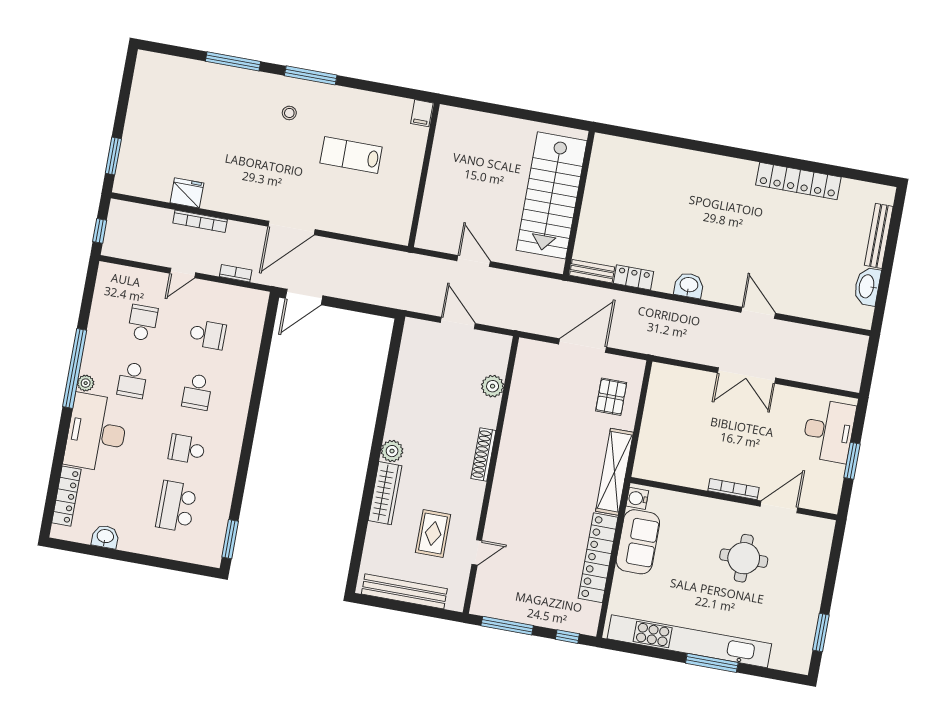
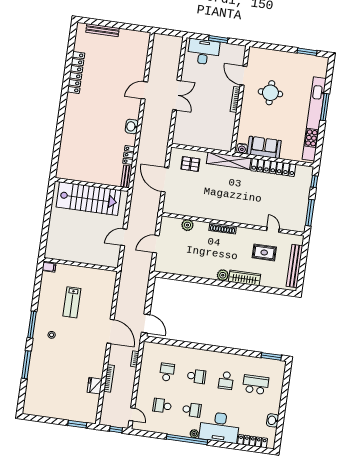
door: (183, 273) -> (132, 414), moved
washbasin: (867, 286) -> (129, 35), removed
school desk: (176, 506) -> (256, 385), turned 180

